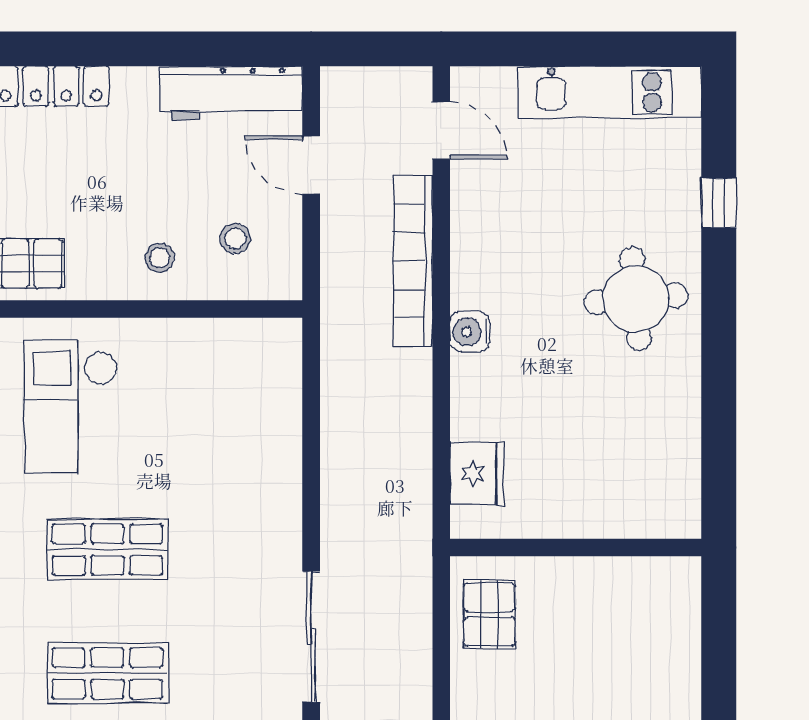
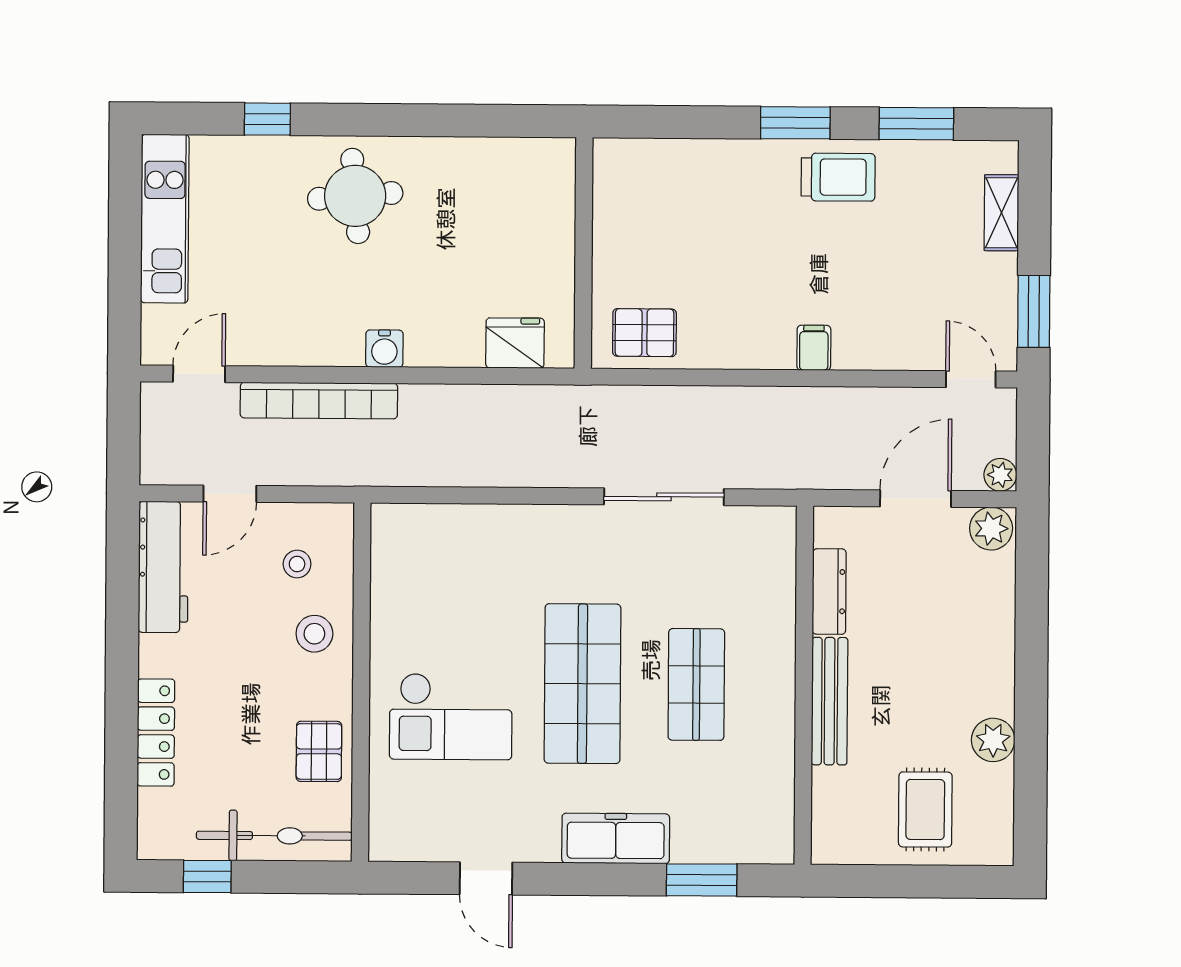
stool: (160, 258) -> (314, 634), width x1.37, depth x1.37
shop shelf: (107, 550) -> (582, 684), width x1.43, depth x1.36

